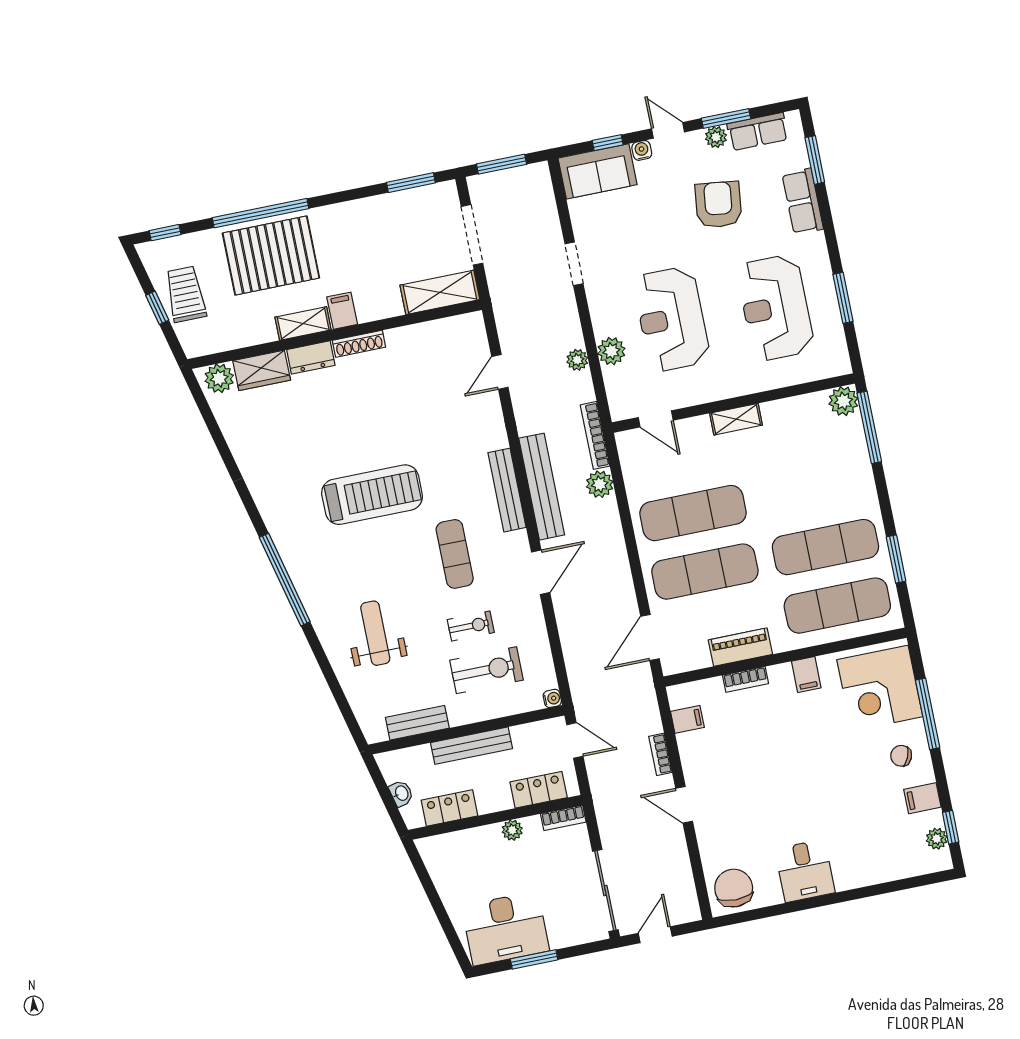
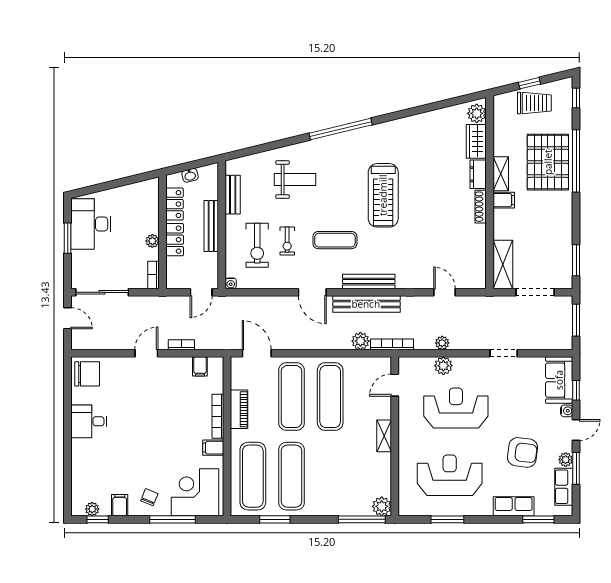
bookcase: (746, 679) -> (218, 416), width x1.56
locker: (539, 790) -> (175, 240), moved

